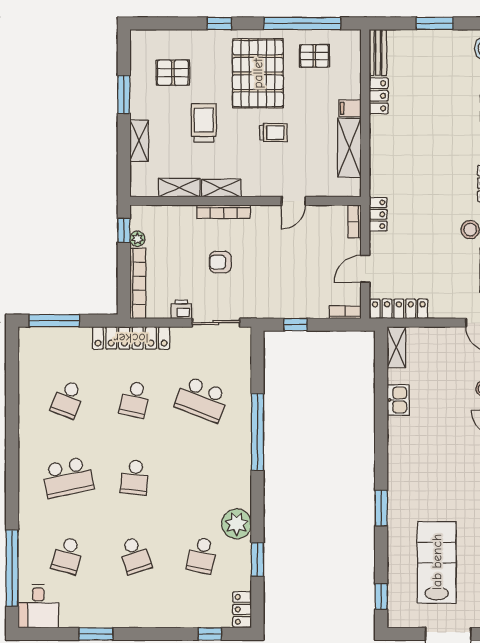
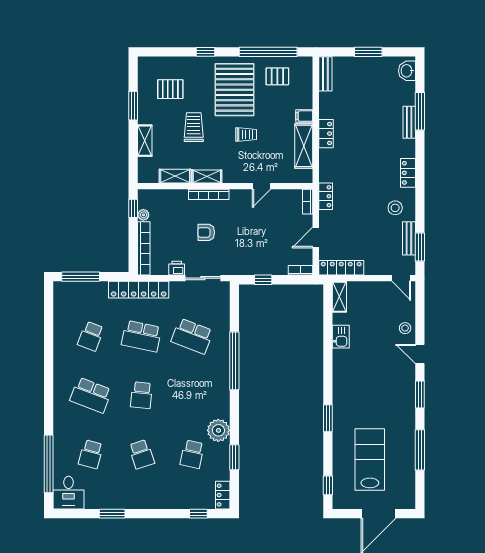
locker: (379, 96) -> (326, 134), moved
school desk: (135, 399) -> (141, 336), width x1.85
school desk: (68, 477) -> (91, 395), turned 33

